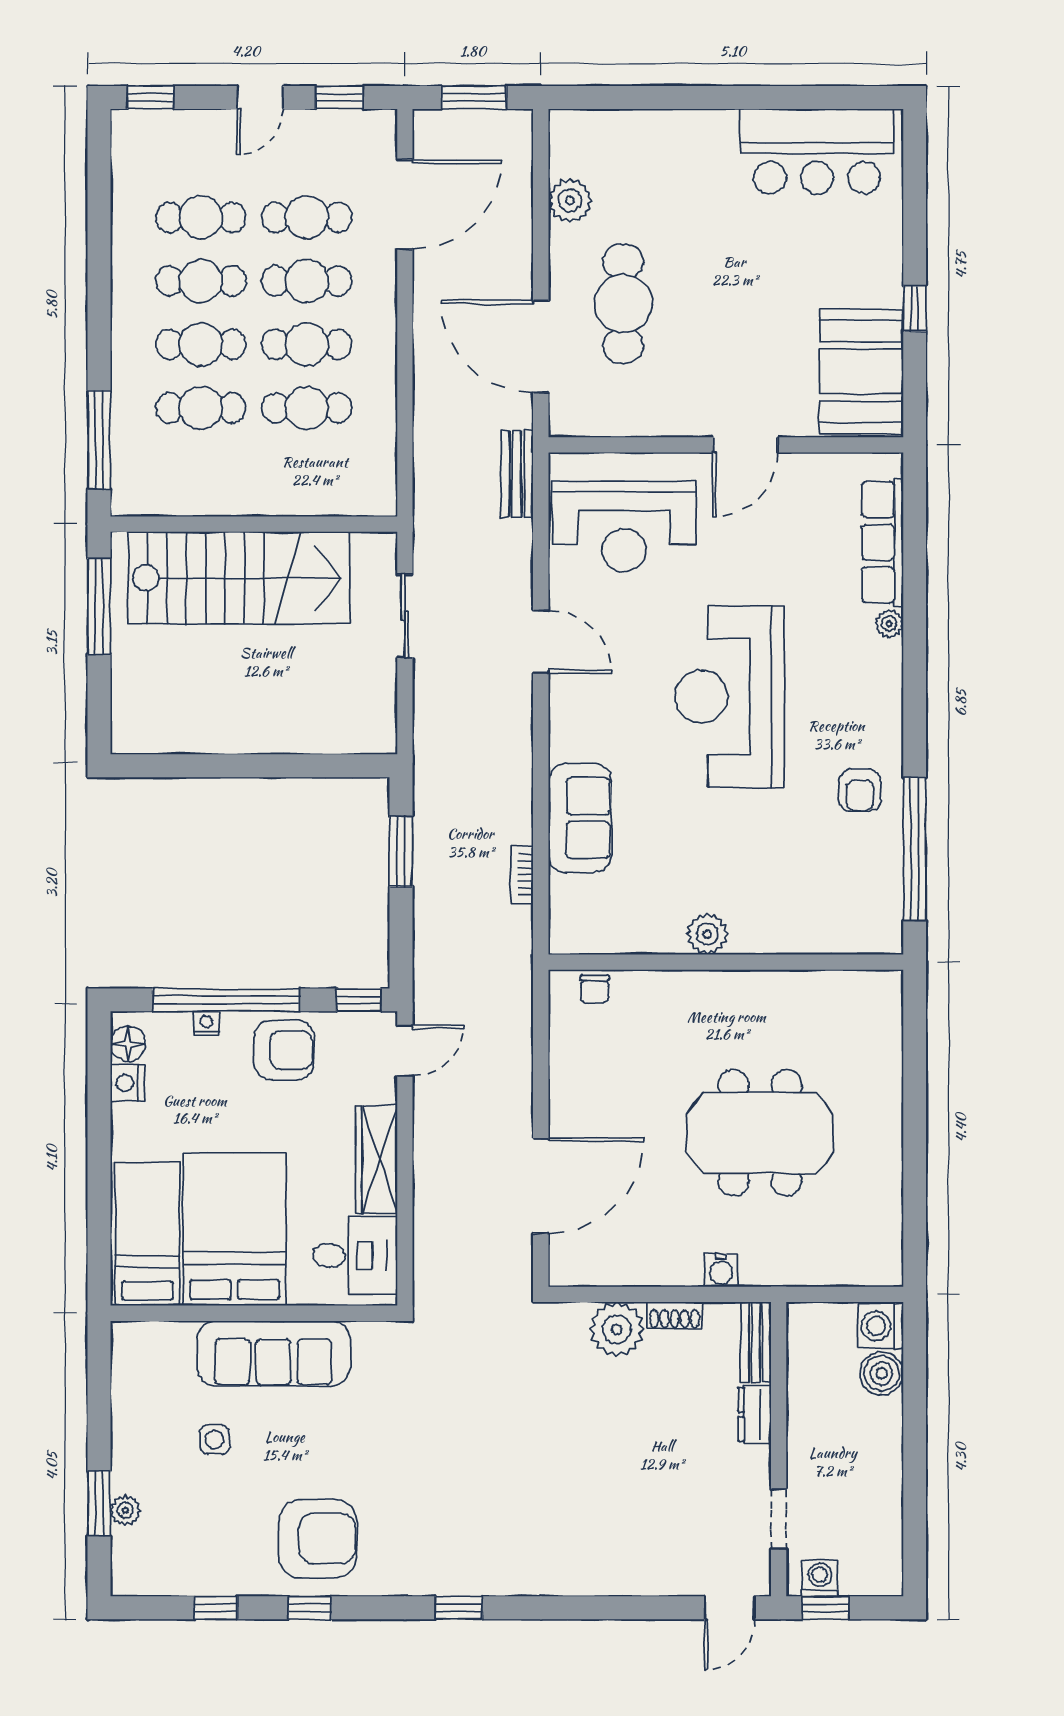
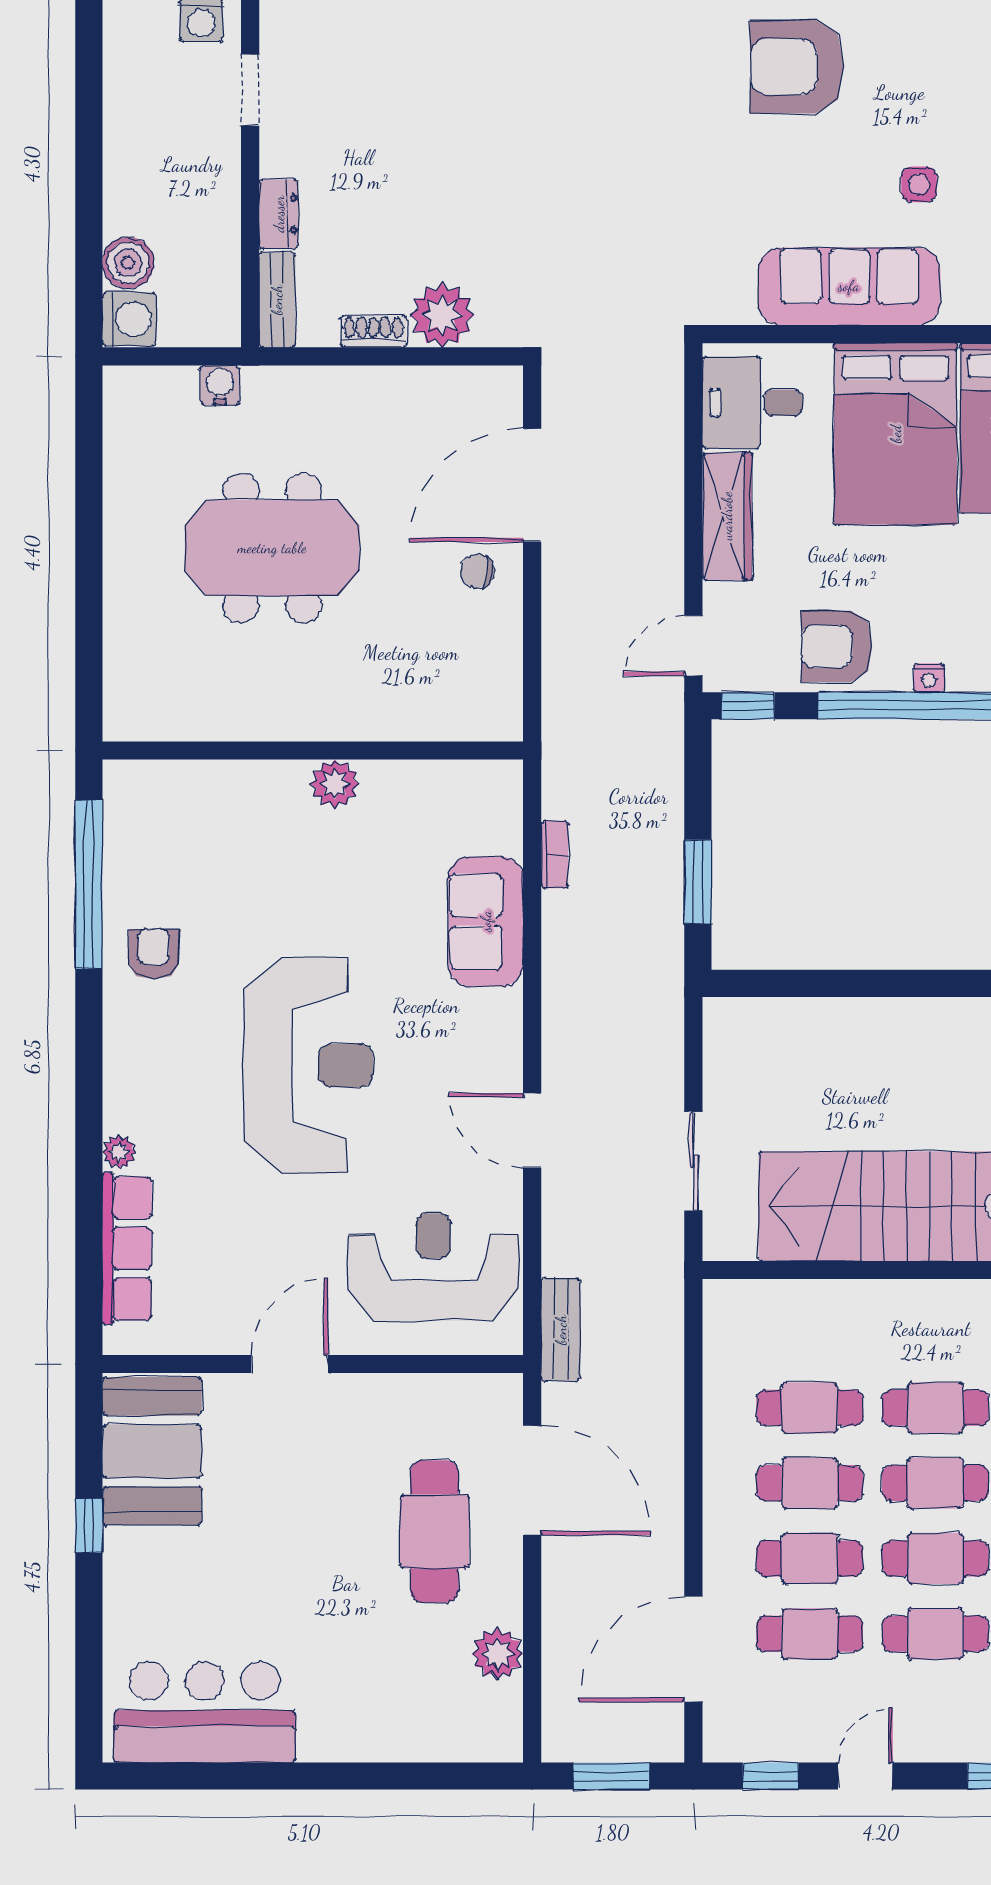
chair: (595, 989) -> (477, 571), moved, turned -83
water cooler: (721, 1270) -> (220, 385), moved

